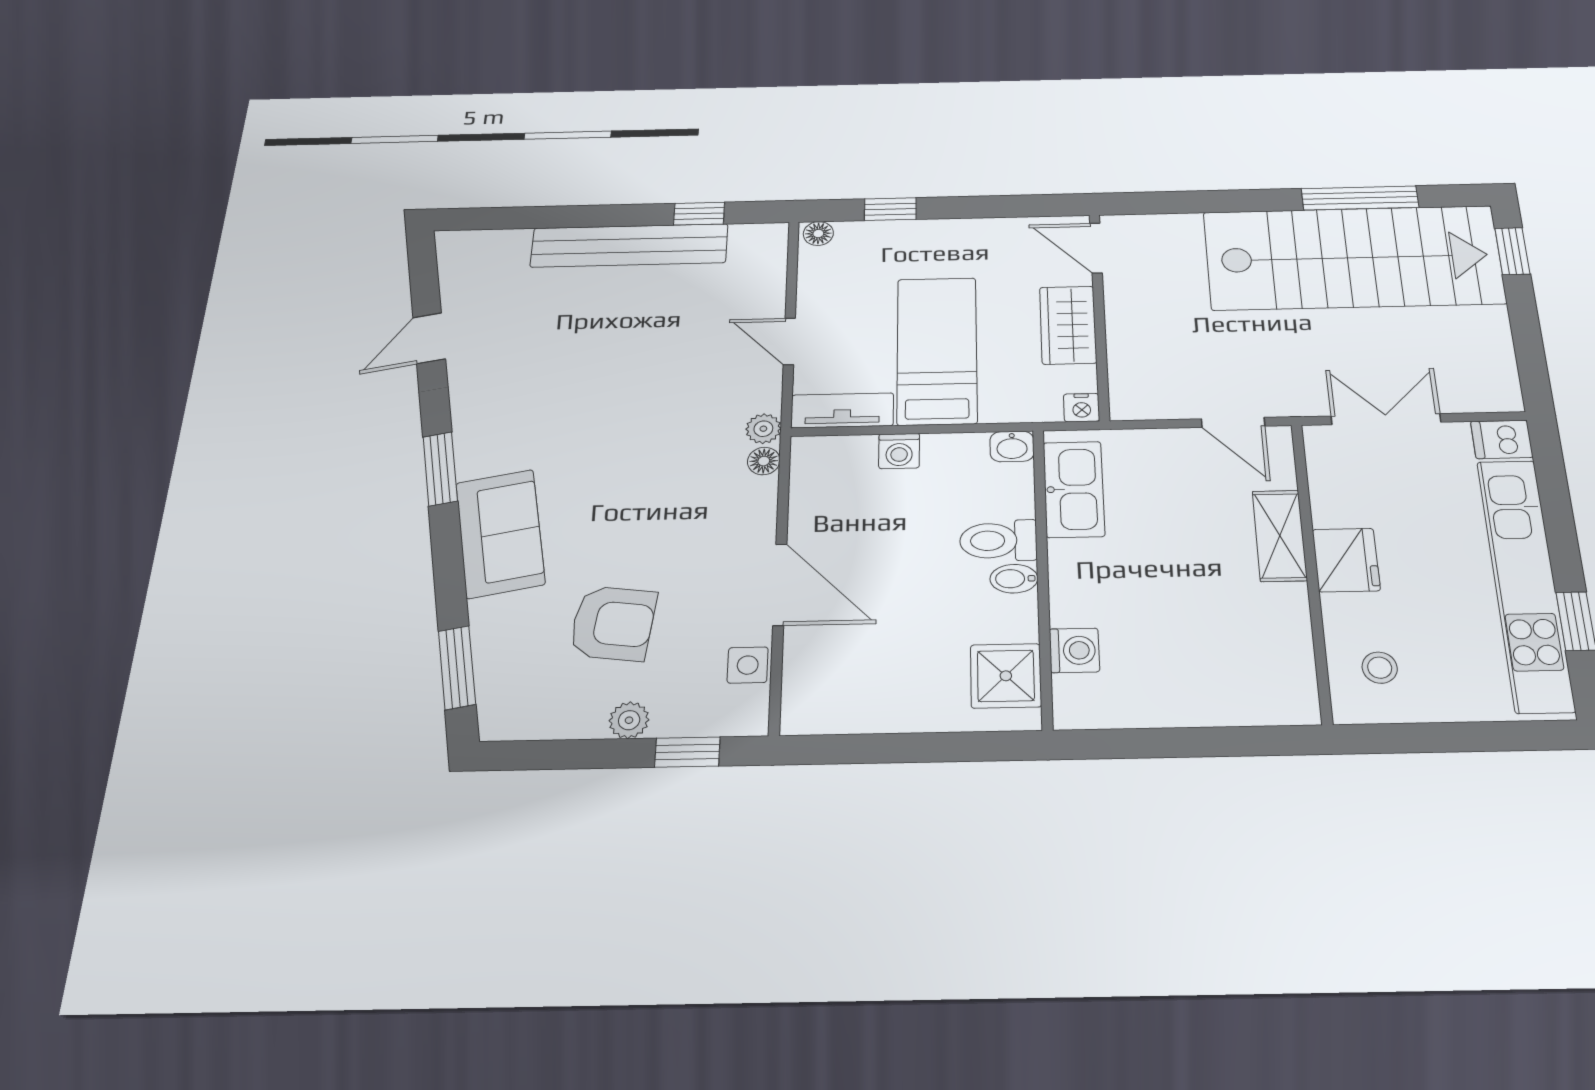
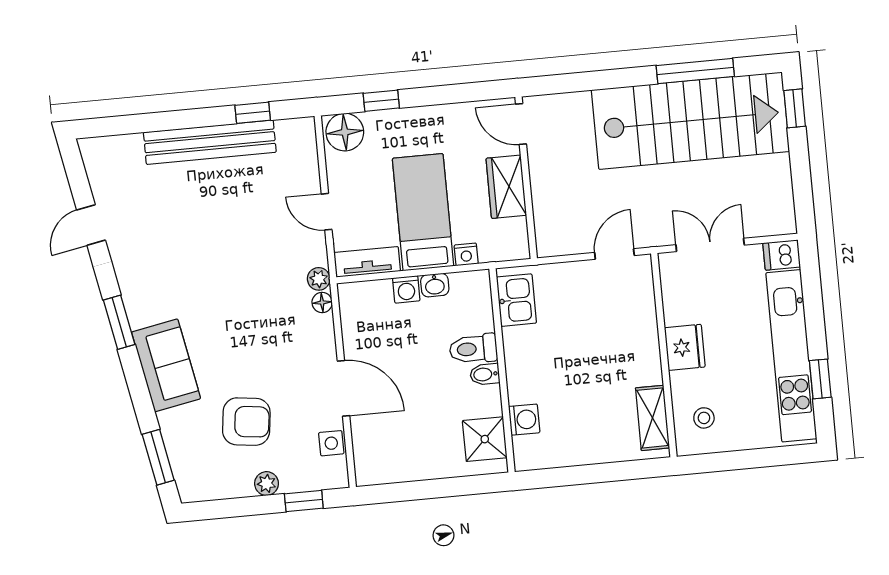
floor lamp: (818, 234) -> (345, 132), width x1.89, depth x1.89
nightstand: (1082, 408) -> (466, 254), moved
door: (1233, 422) -> (614, 254), swing flipped
washbasin: (1012, 446) -> (435, 285), moved
kitchen sink: (1074, 489) -> (516, 300), width x0.73
shelving: (1280, 536) -> (652, 418), moved

